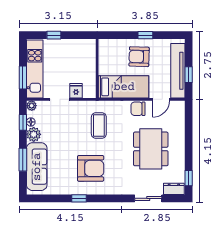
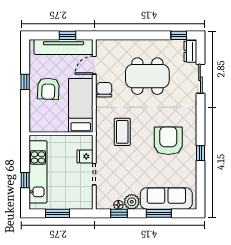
kitchen unit: (35, 69) -> (38, 172), moved, turned 90
window: (23, 78) -> (58, 213), moved
door: (161, 99) -> (94, 65), swing flipped
plant: (32, 106) -> (101, 204), removed
chair: (138, 109) -> (104, 90), turned 180
coffee table: (99, 126) -> (122, 132), turned 90

